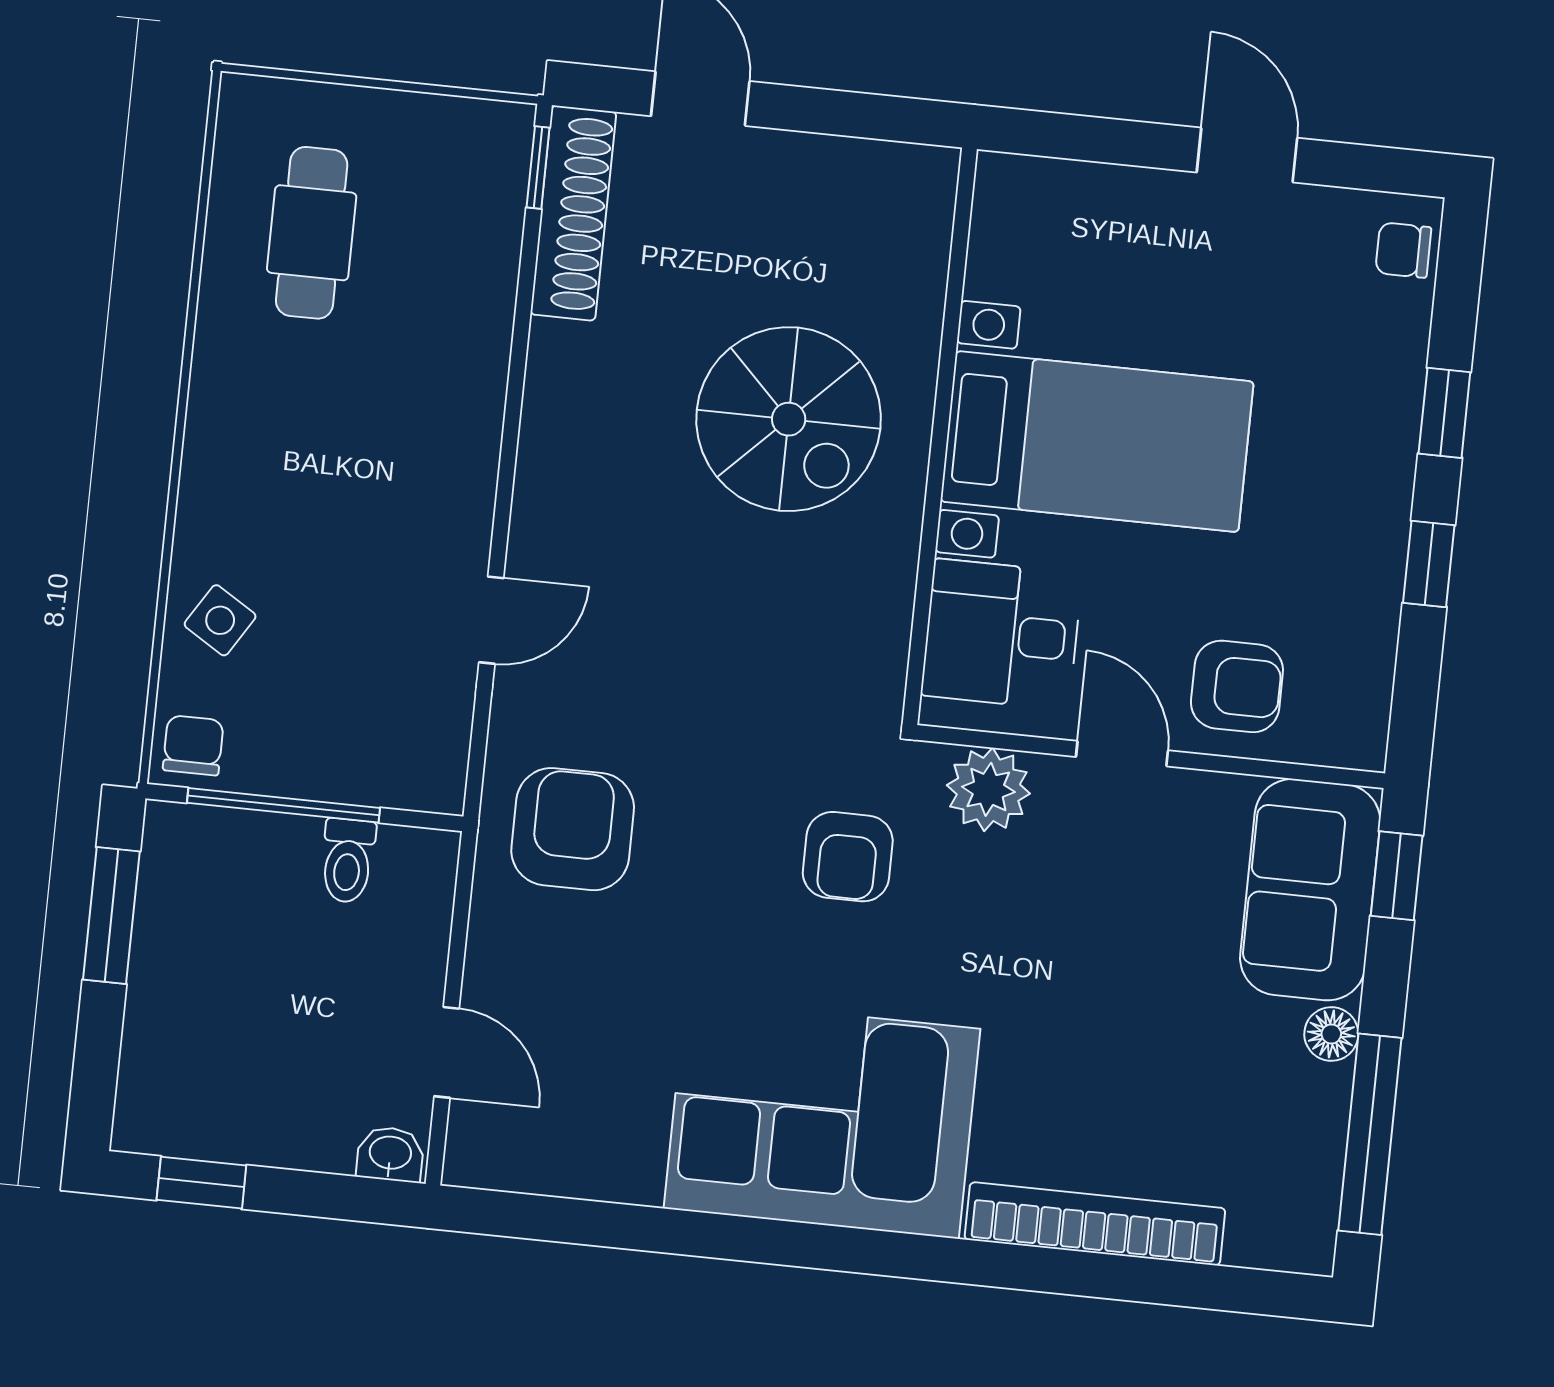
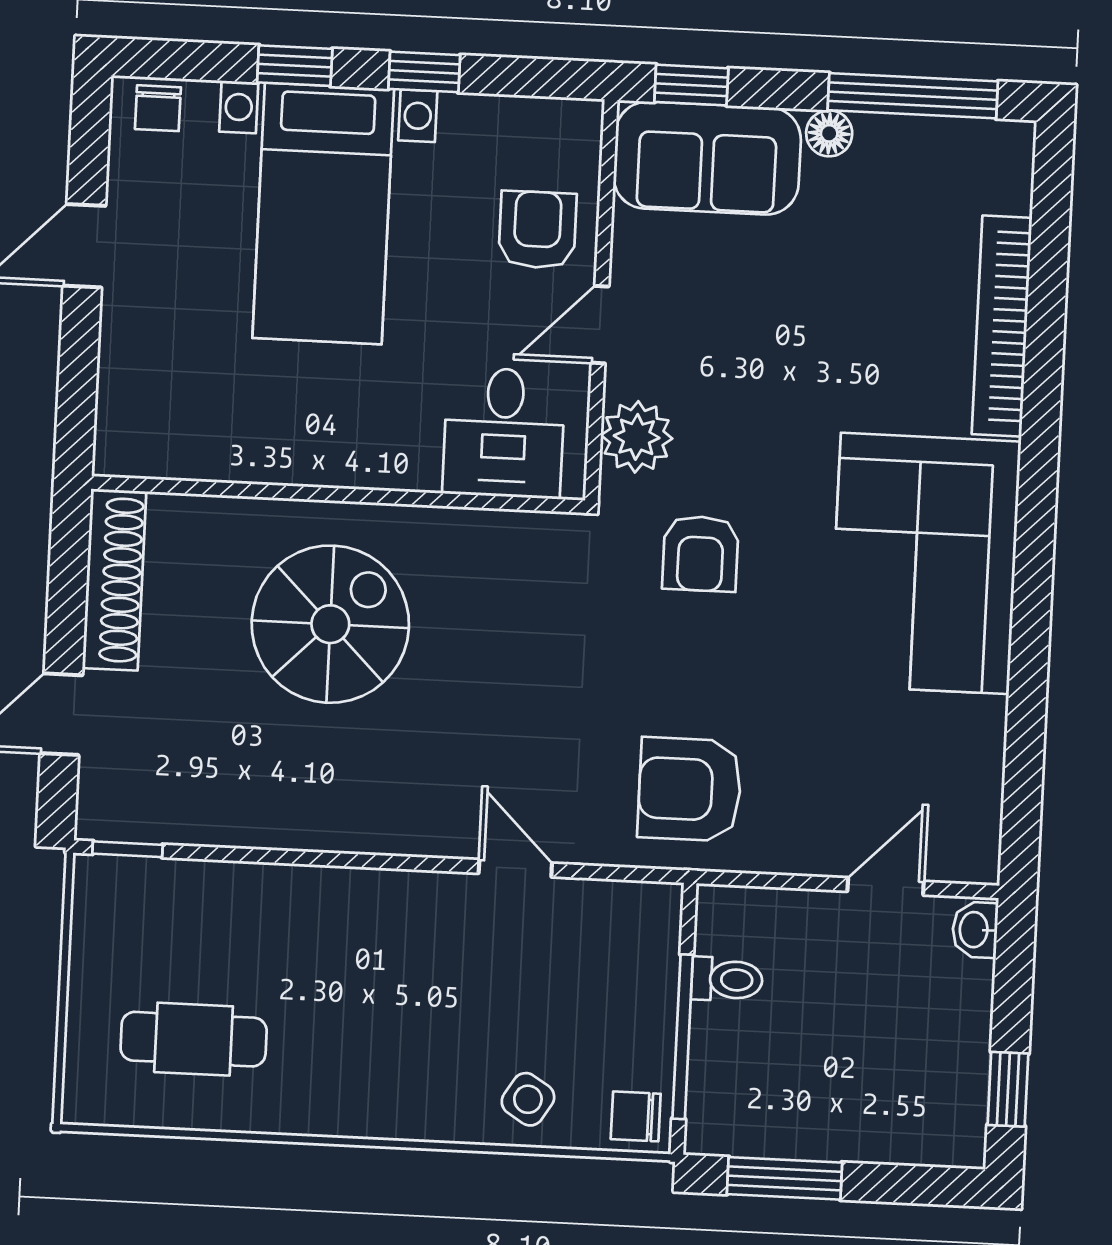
shoe rack: (573, 213) -> (114, 580), moved, turned 90
bed with nightstands: (1097, 442) -> (323, 213), moved, turned 180
armchair: (848, 857) -> (700, 554), turned 90

